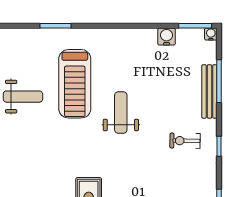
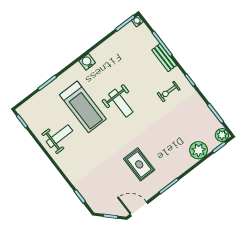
water cooler: (167, 37) -> (87, 62), moved
bench: (209, 91) -> (164, 58), width x0.73
weight bench: (121, 112) -> (121, 103), turned 180

